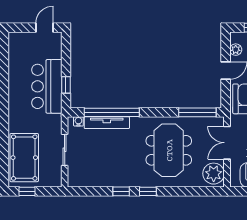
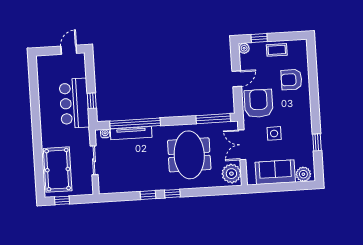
plant: (236, 50) -> (244, 48), moved

